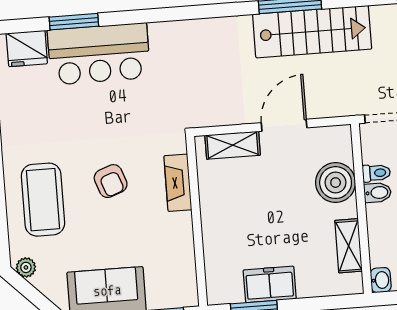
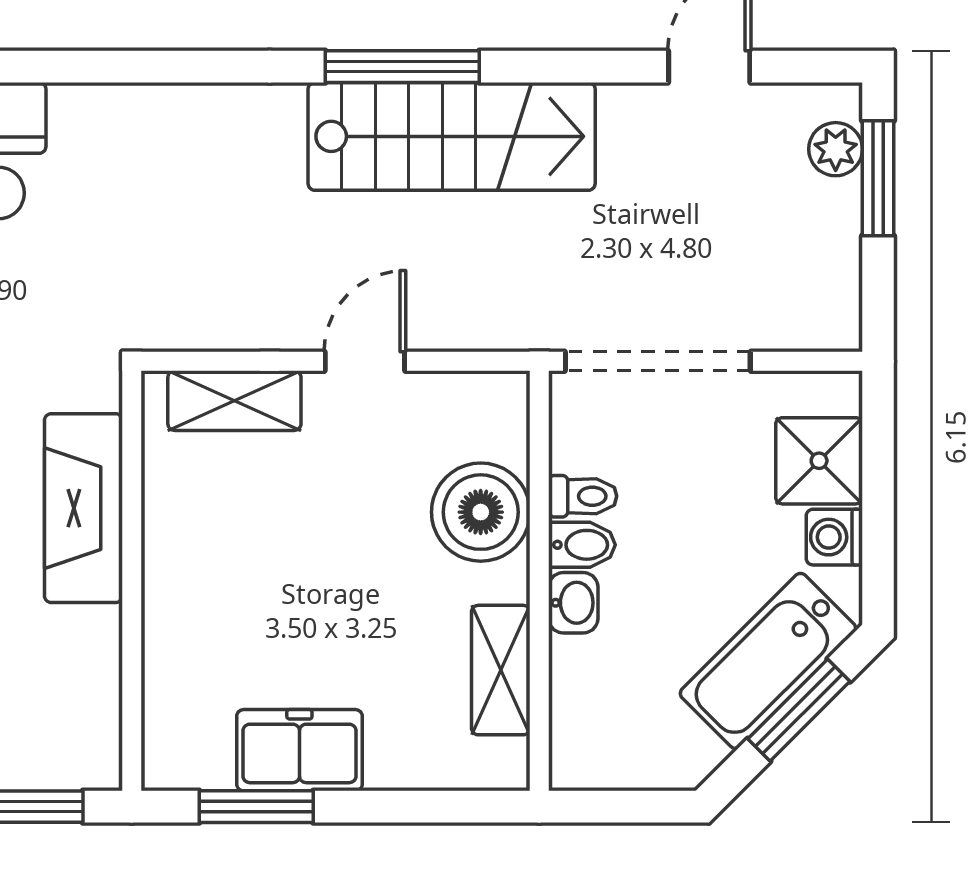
door: (284, 125) -> (365, 361), width x0.73
fireplace: (178, 183) -> (83, 508), width x1.37, depth x1.32
washbasin: (381, 280) -> (573, 603), moved

